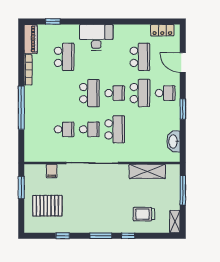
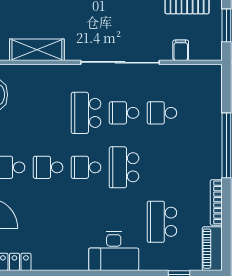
school desk: (140, 57) -> (48, 222), removed
school desk: (140, 93) -> (48, 167), width x0.54

